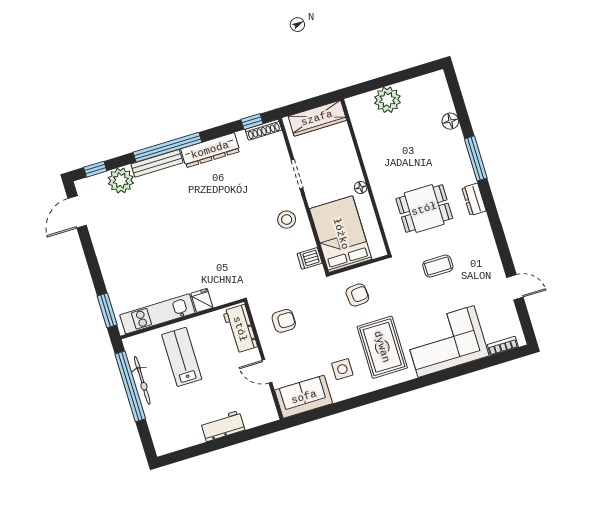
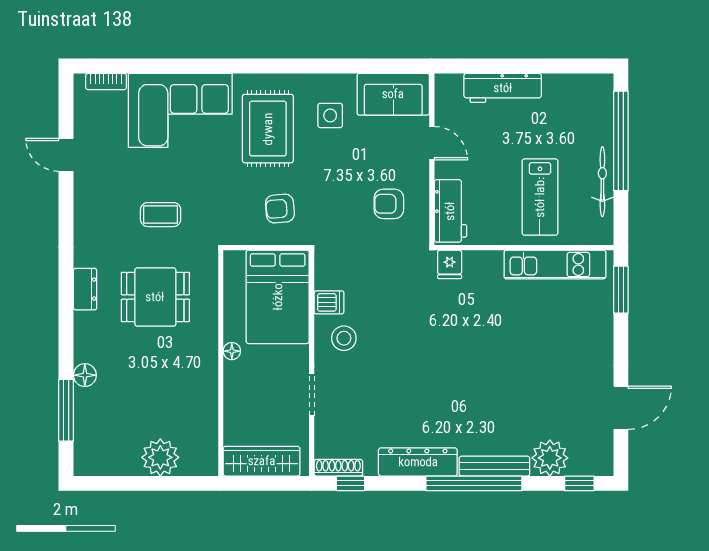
floor lamp: (450, 121) -> (85, 375), moved
window: (476, 158) -> (66, 410), moved
door: (77, 212) -> (621, 408), moved
dishwasher: (310, 258) -> (329, 302), moved
fridge: (202, 300) -> (450, 264), moved
window: (130, 386) -> (621, 141), moved
workbench: (223, 426) -> (503, 88), width x1.37

